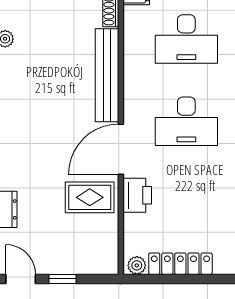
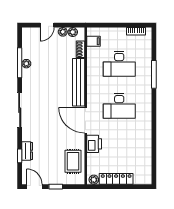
door: (121, 149) -> (86, 120), hinge flipped
rug: (90, 197) -> (73, 161), moved, turned 90

